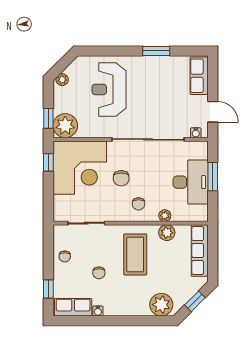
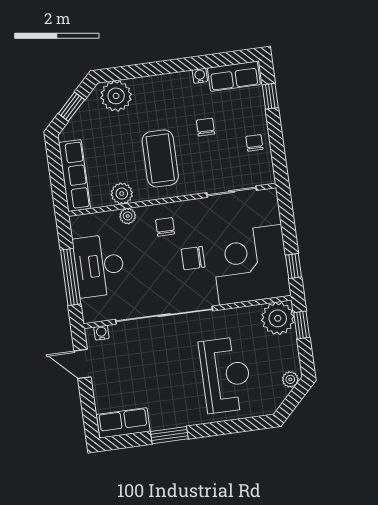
row of seats: (199, 76) -> (123, 423), moved, turned -90
window: (213, 177) -> (71, 277), width x1.44
chair: (121, 178) -> (193, 258), turned -90

